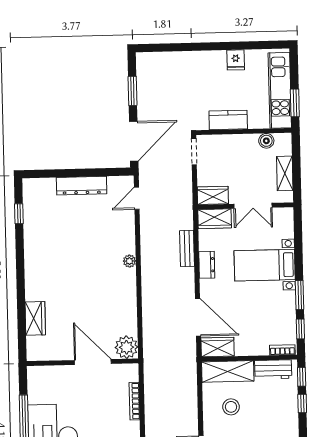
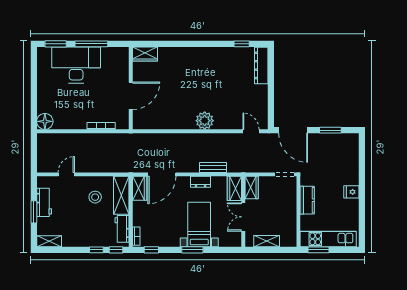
fridge: (236, 60) -> (351, 192), moved
boiler: (266, 141) -> (291, 228), removed
dresser: (82, 186) -> (261, 65), moved
plant: (129, 261) -> (205, 121), width x1.87, depth x1.87
window: (300, 295) -> (192, 250), moved
wardrobe: (35, 318) -> (145, 54), moved
plant: (126, 347) -> (141, 121), removed

